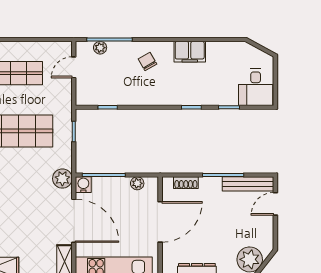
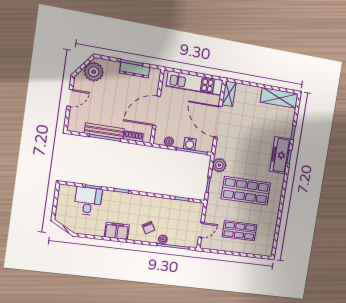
plant: (100, 48) -> (163, 239), moved
desk: (256, 87) -> (88, 201), moved
plant: (62, 179) -> (219, 165), moved
bench: (248, 184) -> (104, 131), moved
water cooler: (83, 185) -> (190, 144), moved
door: (275, 204) -> (70, 98), moved

